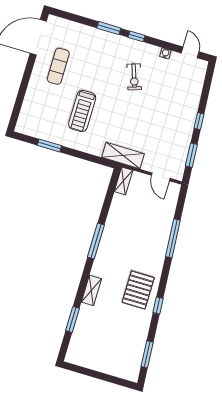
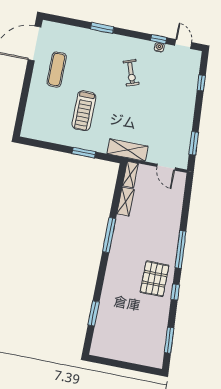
window: (137, 36) -> (159, 39), moved
window: (199, 121) -> (201, 83), moved
window: (49, 146) -> (84, 153), moved
window: (173, 238) -> (180, 249), moved
shelving: (91, 290) -> (125, 202), moved

